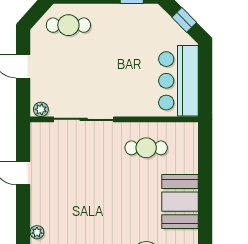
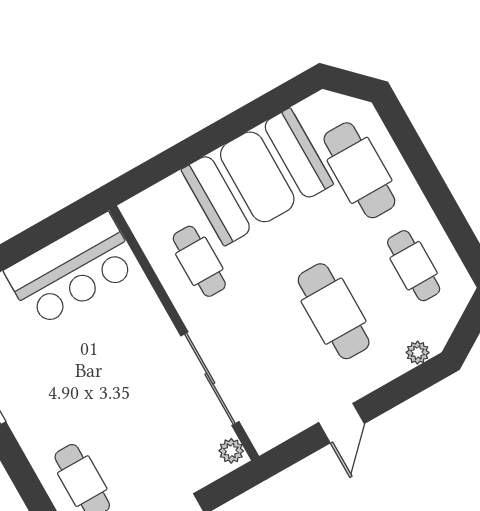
cafe table: (82, 202) -> (334, 311), added
booth: (180, 202) -> (257, 177), width x1.36, depth x1.42

